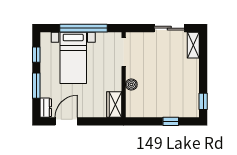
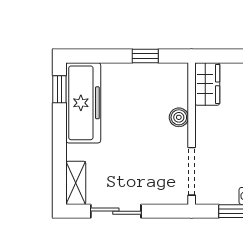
freezer: (189, 93) -> (83, 103), added
window: (171, 121) -> (145, 56), moved

